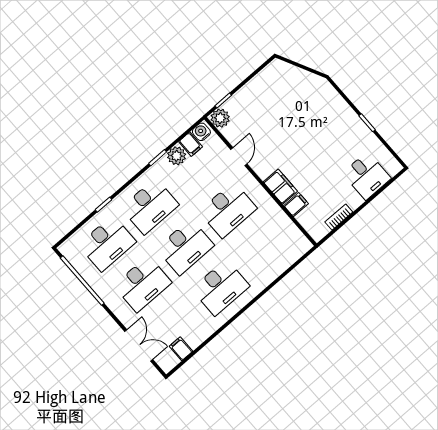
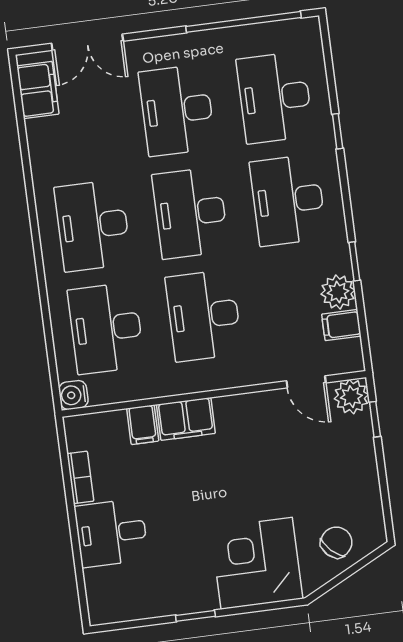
chair: (291, 81) -> (336, 542), added
corner desk: (325, 111) -> (257, 563), added
water cooler: (201, 132) -> (73, 395), moved, turned 180
door: (239, 157) -> (306, 382), moved
desk: (367, 176) -> (111, 533), moved
desk: (263, 250) -> (106, 328), added
filing cabinet: (181, 349) -> (38, 90), width x2.00

